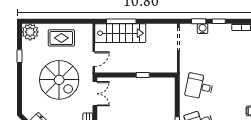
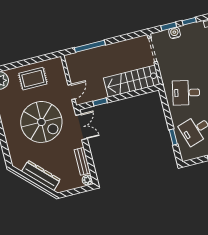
stairs: (120, 33) -> (132, 81), moved, turned 180
window: (143, 75) -> (100, 102), moved

